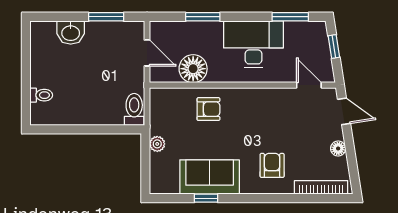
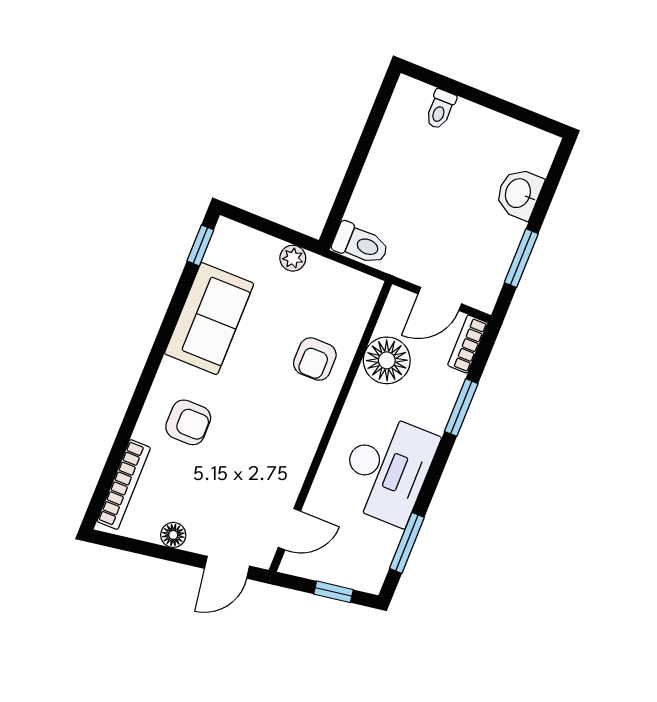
bookcase: (166, 27) -> (468, 344), added
window: (206, 198) -> (200, 245), moved

